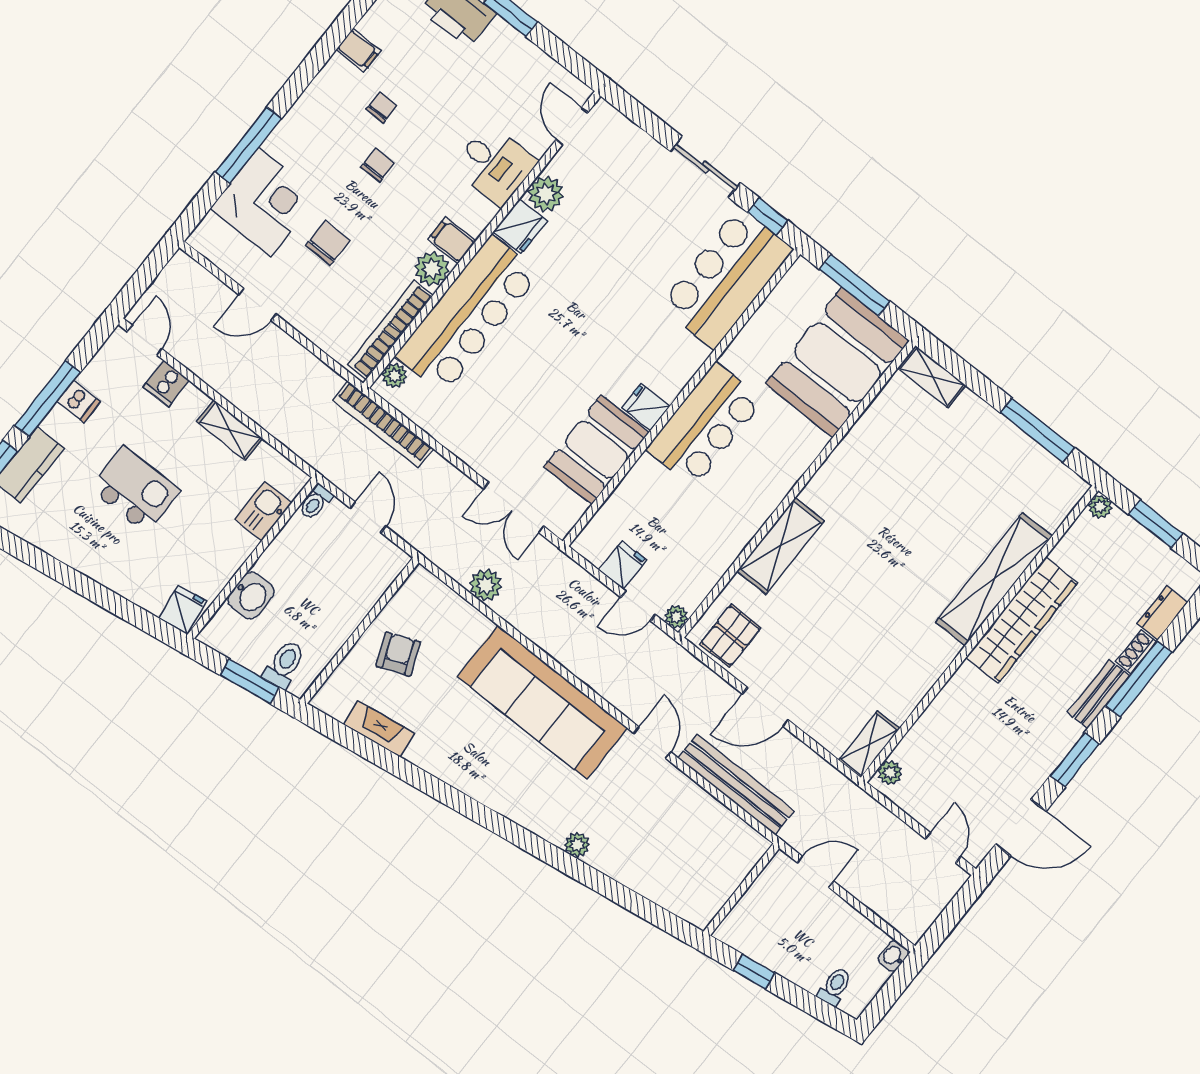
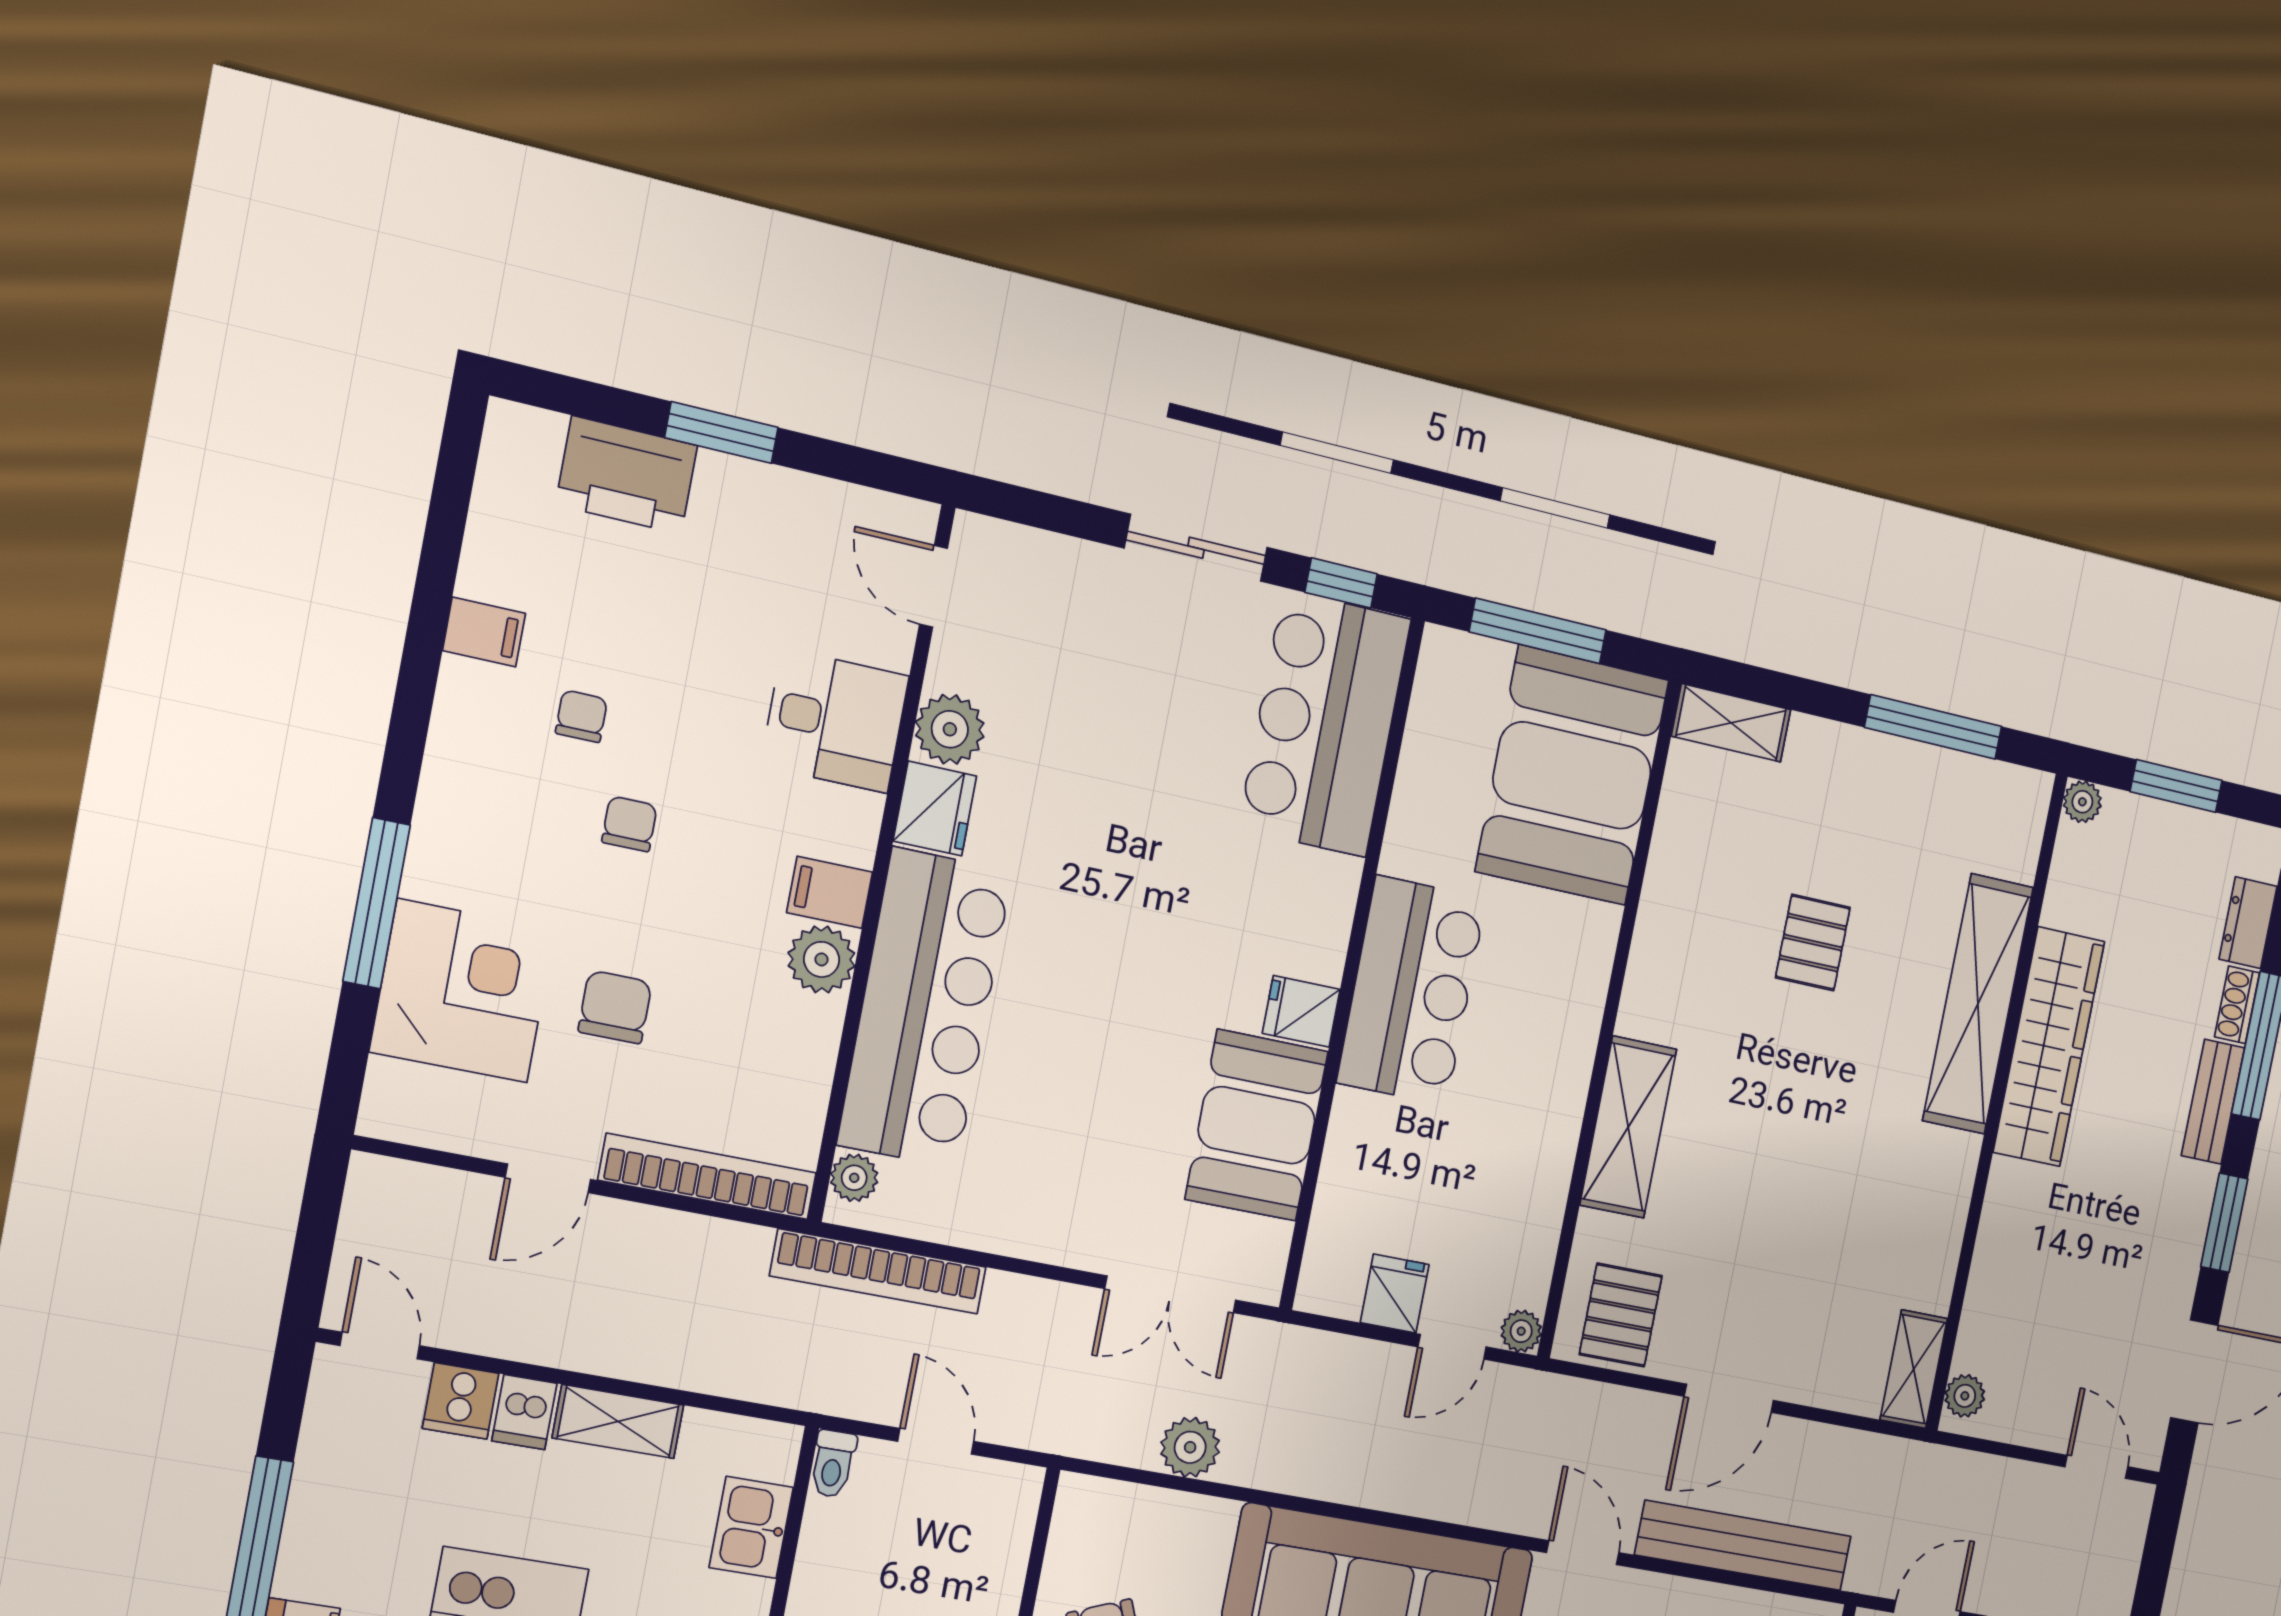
bookcase: (390, 330) -> (708, 1177), moved, turned 90
dishwasher: (79, 402) -> (524, 1412), moved, turned 90
pallet: (921, 505) -> (1813, 943), added

